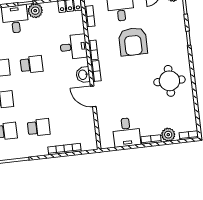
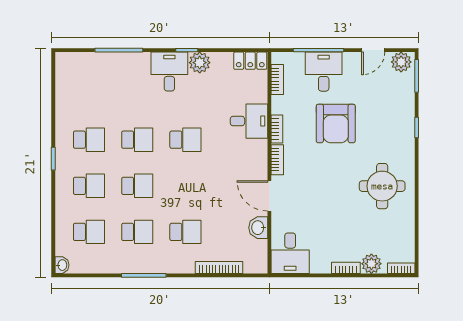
washbasin: (83, 75) -> (258, 228), moved
desk: (126, 132) -> (290, 253), moved

